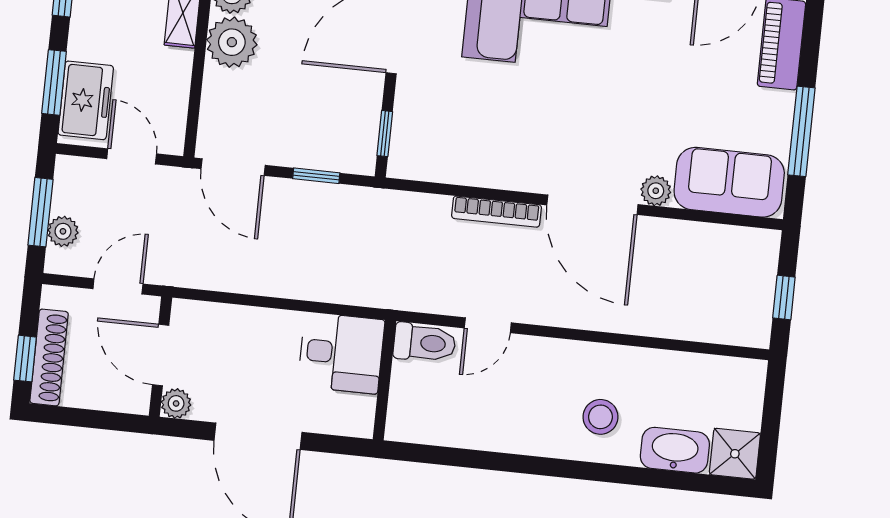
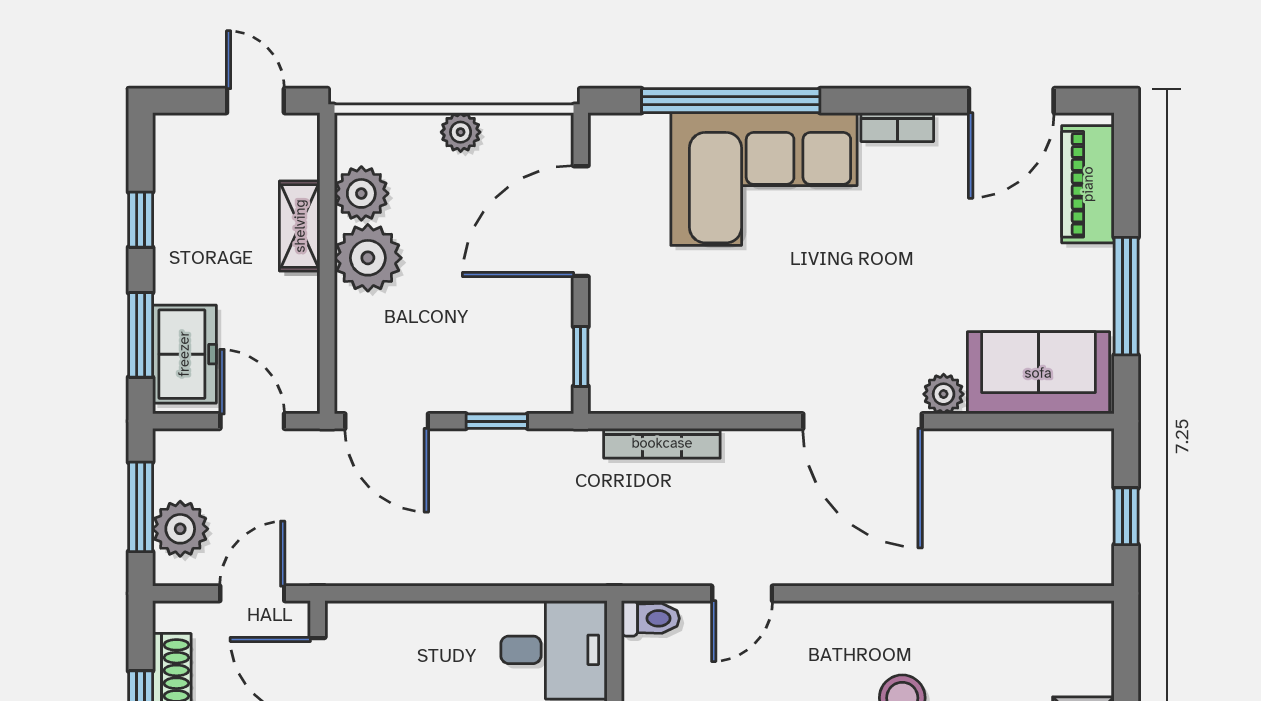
bookcase: (496, 212) -> (662, 443), moved
plant: (63, 231) -> (180, 529), width x1.38, depth x1.38
toilet: (425, 343) -> (650, 618), width x0.73, depth x0.72

